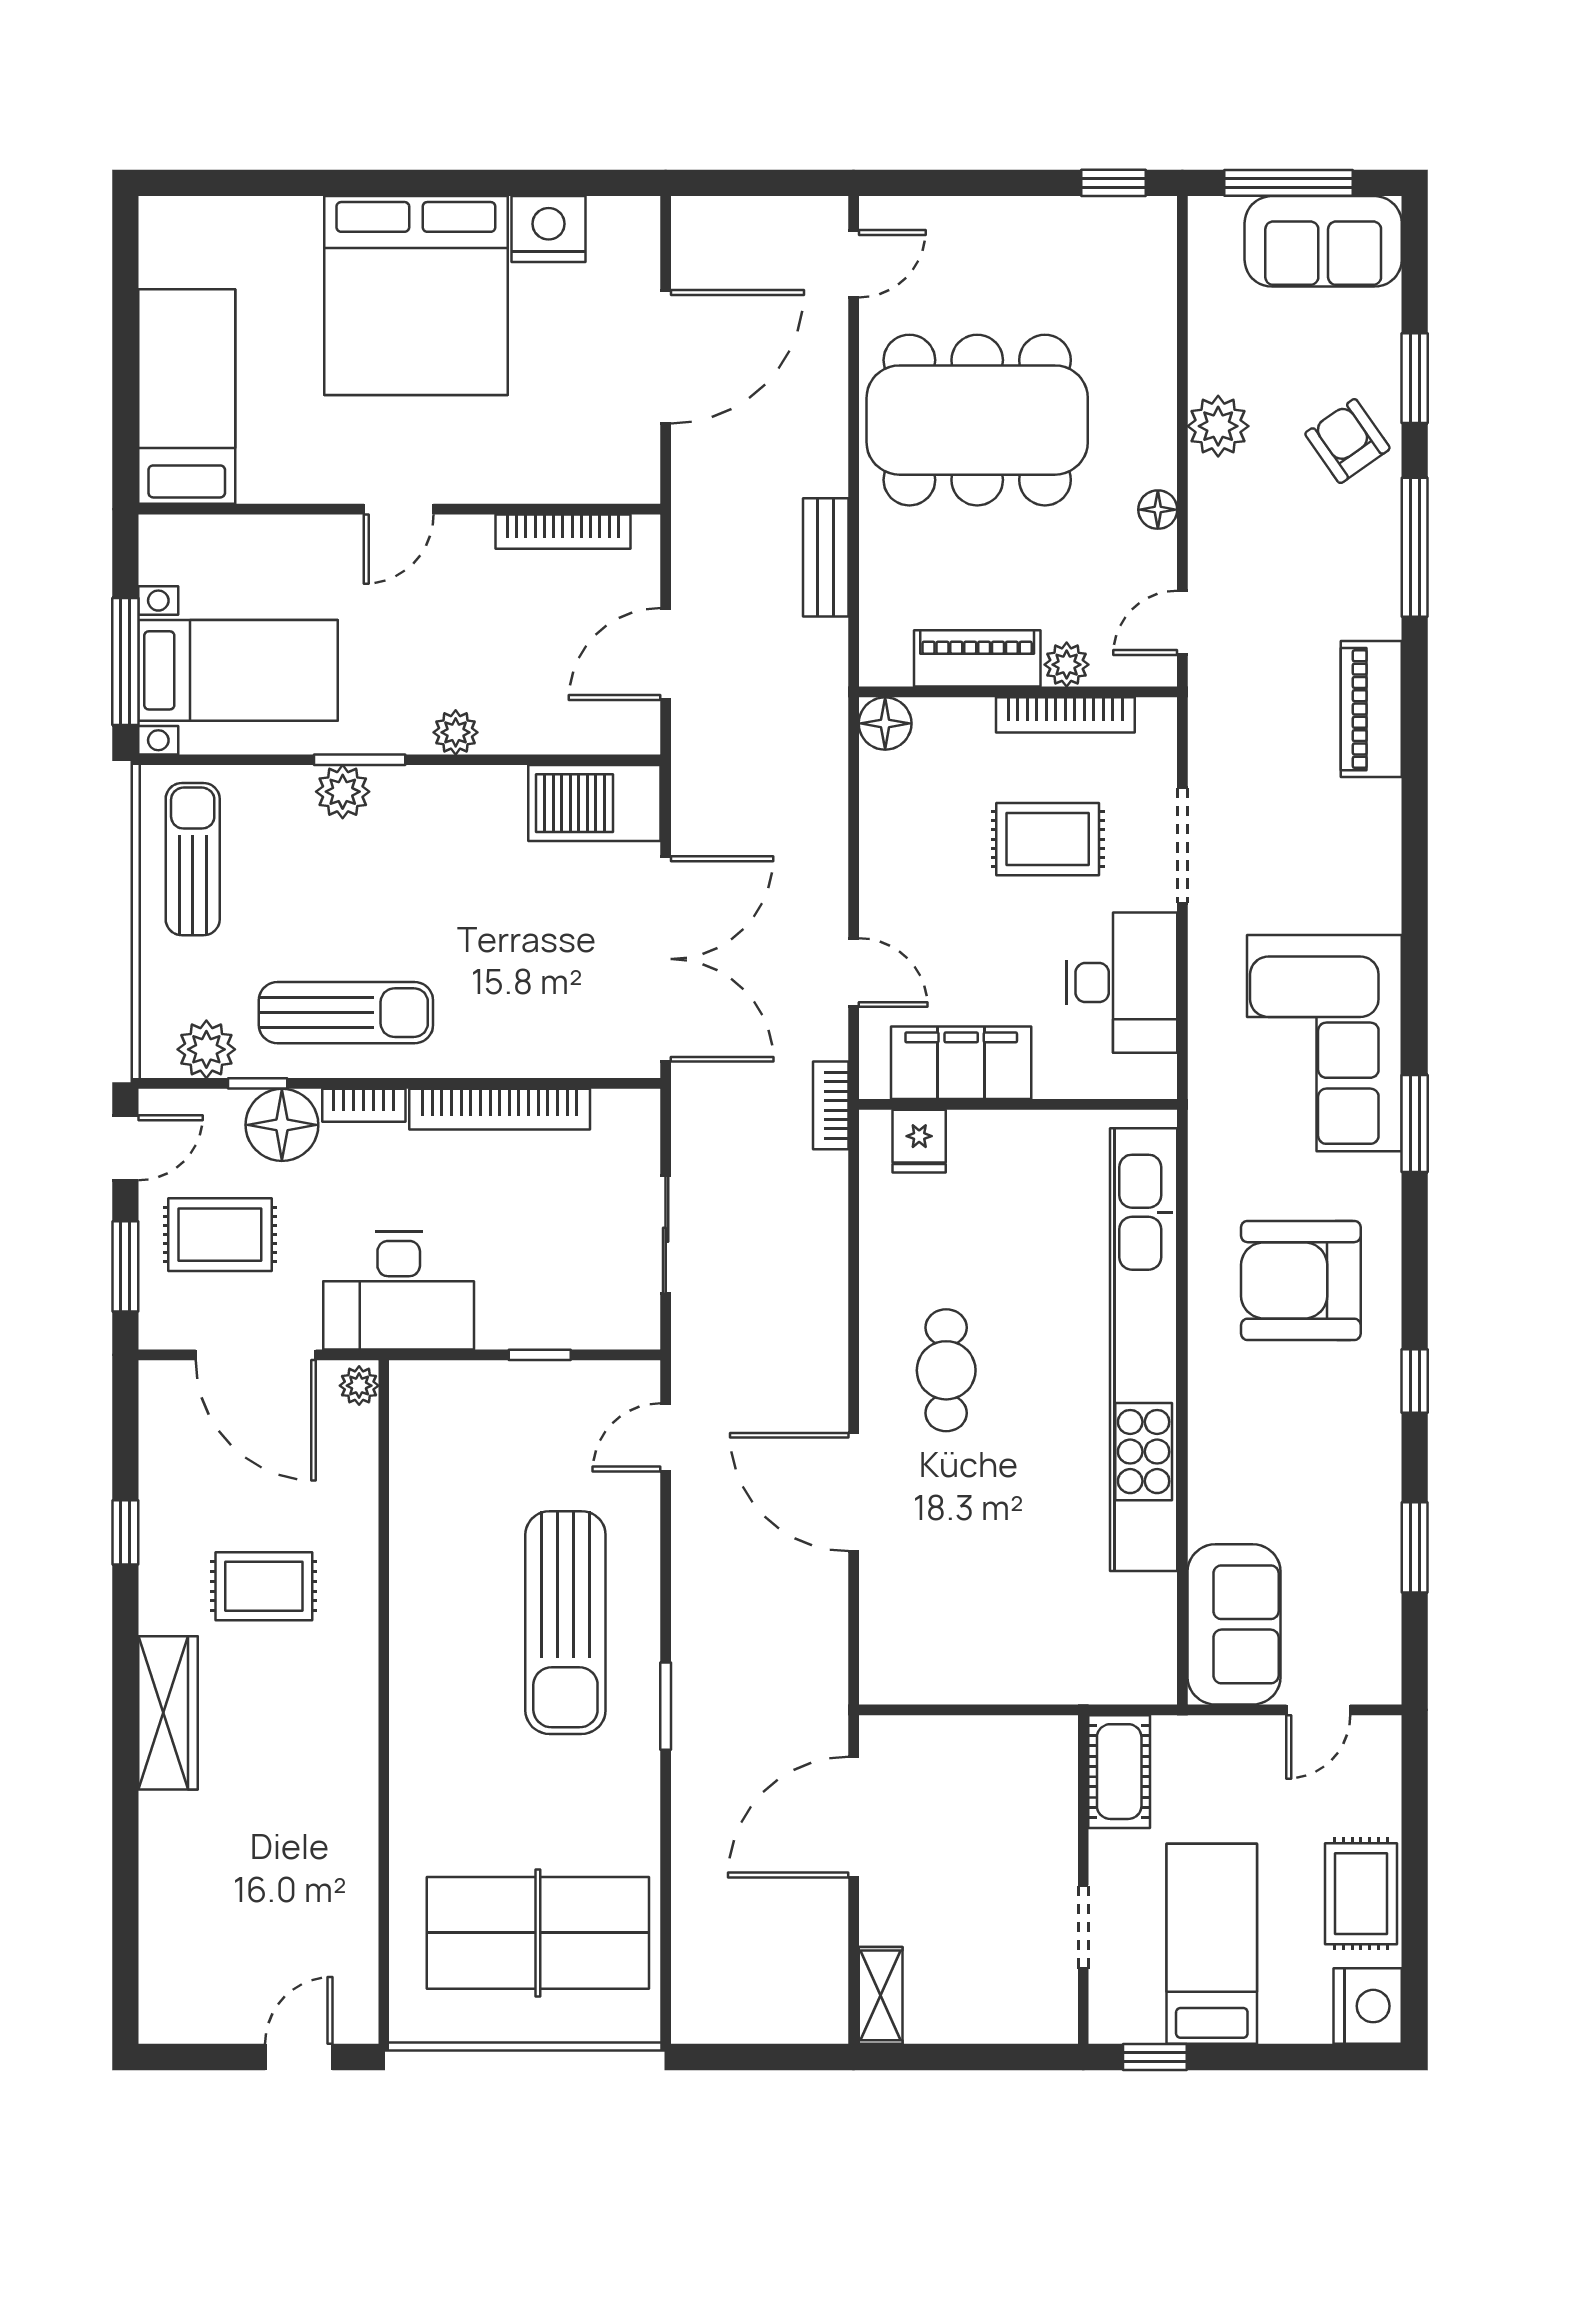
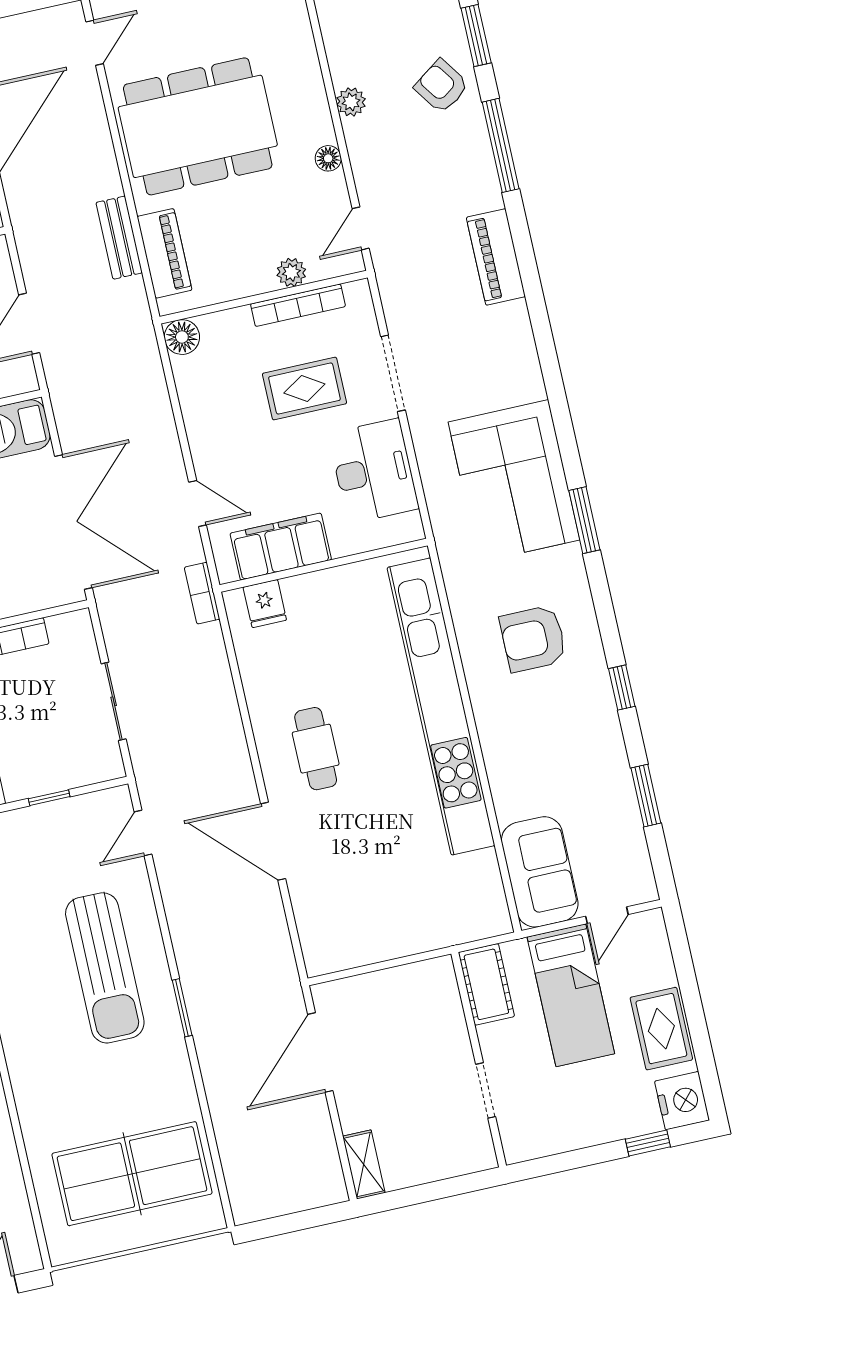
plant: (1218, 426) -> (351, 102), width x0.73, depth x0.73
piano: (977, 658) -> (165, 253), moved, turned 90
armchair: (1301, 1280) -> (533, 639), width x0.73, depth x0.73
bed: (1212, 1944) -> (571, 995), moved, turned 180
window: (1155, 2057) -> (648, 1143), moved

